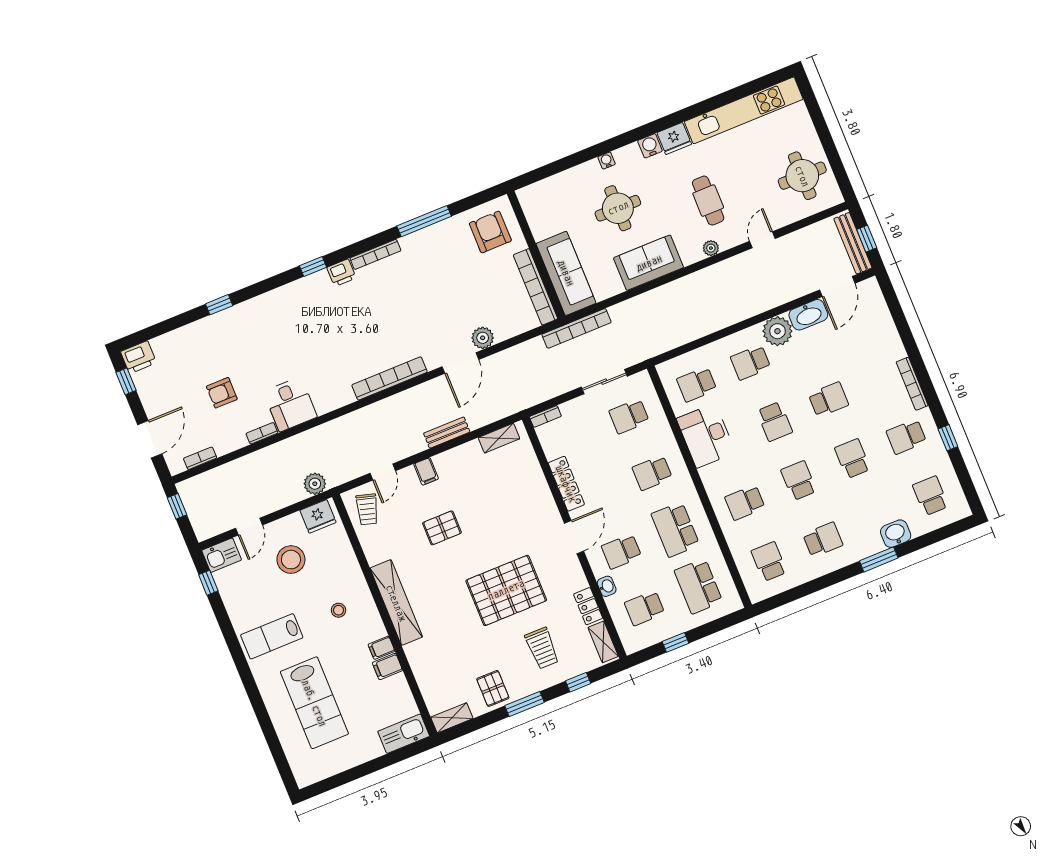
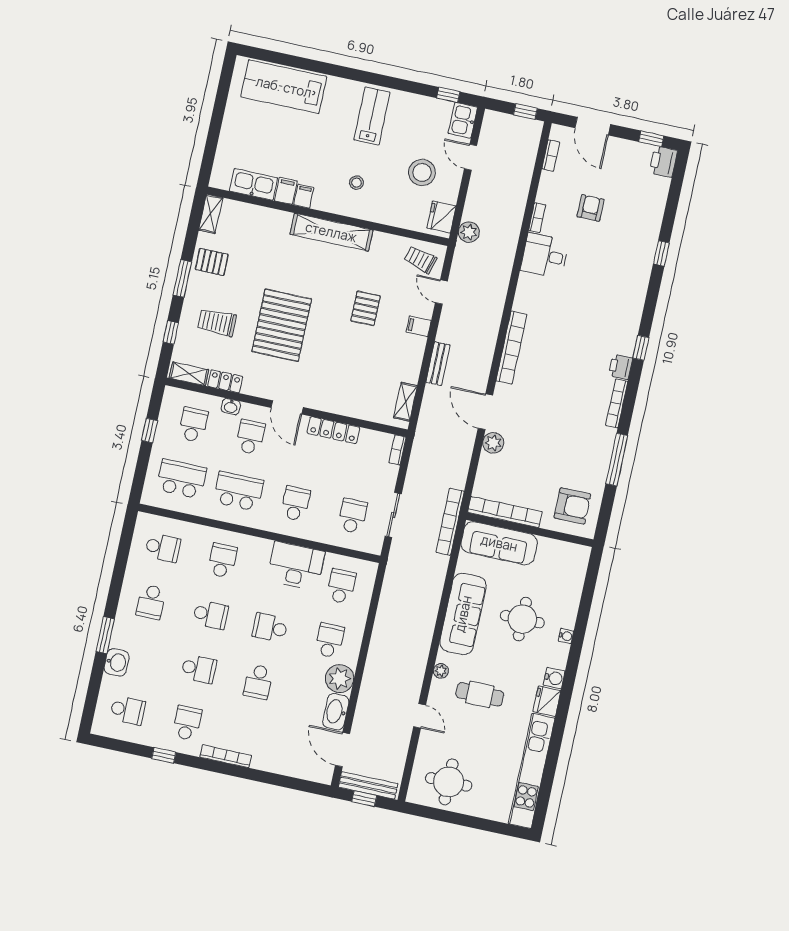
sofa: (649, 263) -> (463, 614), width x1.36
lab bench: (314, 703) -> (284, 87), moved
kitchen sink: (404, 734) -> (254, 184), moved, turned -90

